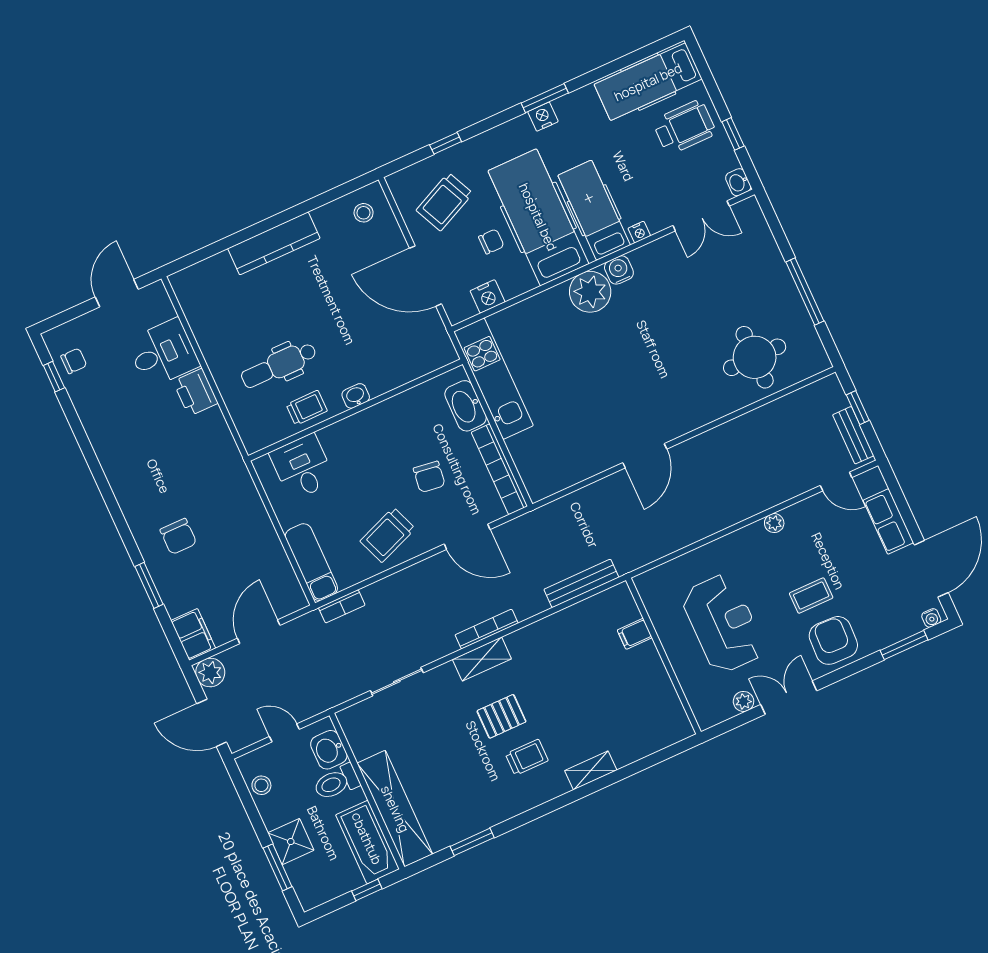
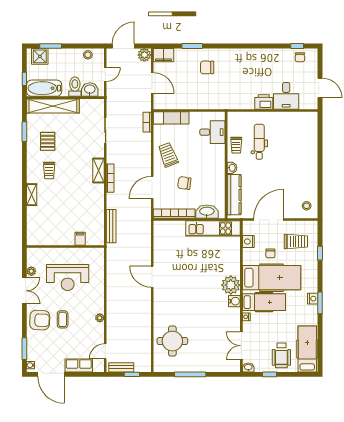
trolley: (444, 202) -> (296, 242), turned 115
kitchen counter: (274, 243) -> (234, 195), moved, turned 180
pallet: (501, 716) -> (48, 141), moved
shower: (291, 842) -> (40, 56), moved

